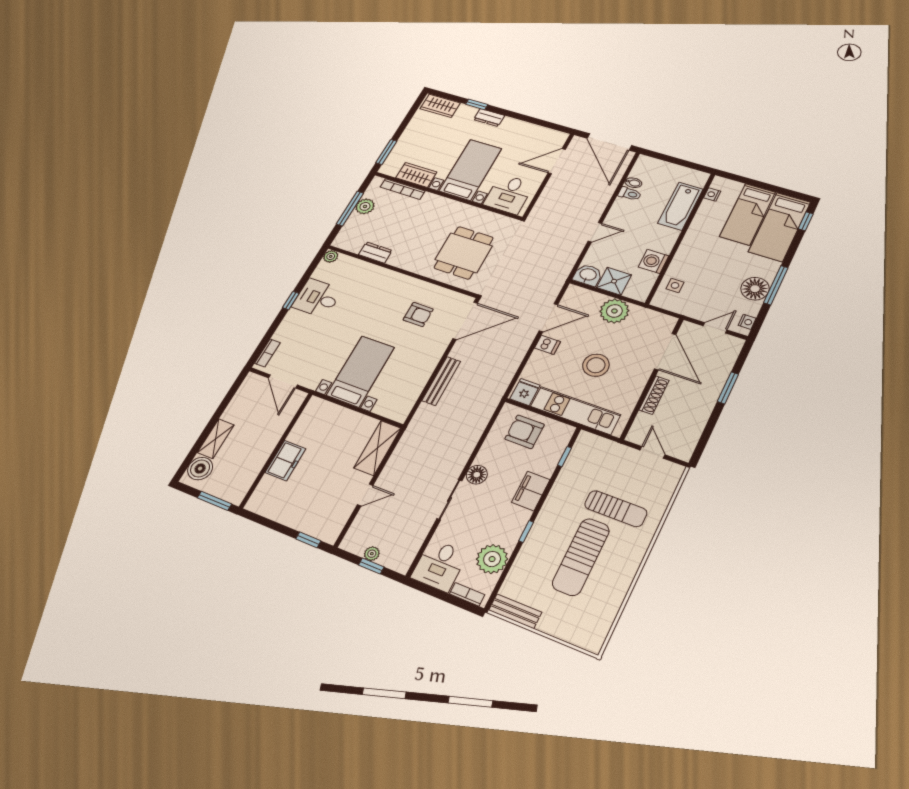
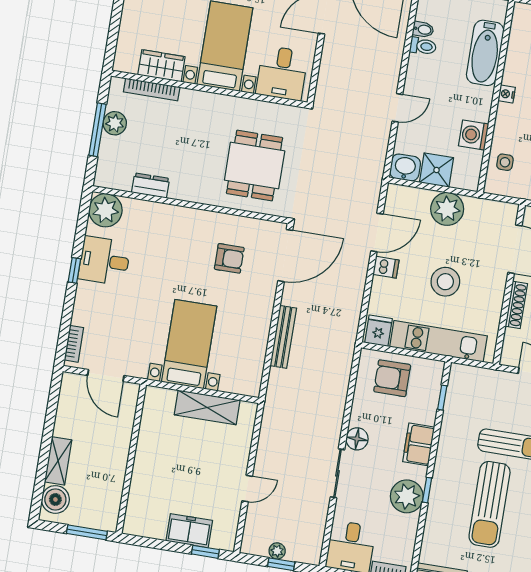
window: (386, 152) -> (112, 38), removed
nightstand: (712, 194) -> (507, 94), moved
plant: (331, 256) -> (105, 210), width x1.87, depth x1.87
shelving: (377, 448) -> (207, 407), moved, turned 90
freezer: (285, 461) -> (189, 531), moved, turned -90
plant: (492, 559) -> (407, 496), moved

